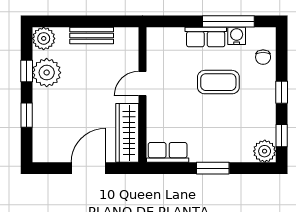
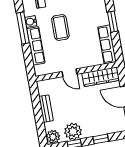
row of seats: (206, 37) -> (36, 46), width x1.48
row of seats: (168, 152) -> (107, 44), width x1.48

